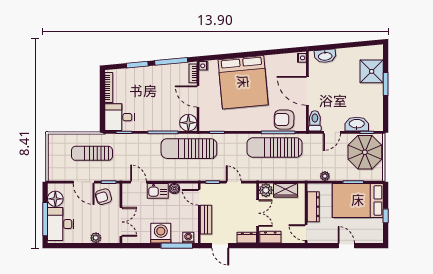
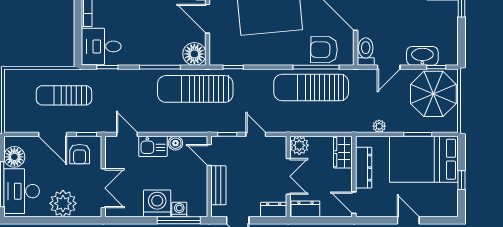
wardrobe: (285, 190) -> (343, 152), moved, turned 90
armchair: (103, 197) -> (80, 154), turned -73
plant: (96, 238) -> (63, 203), width x1.88, depth x1.88
washing machine: (188, 238) -> (179, 210), moved

